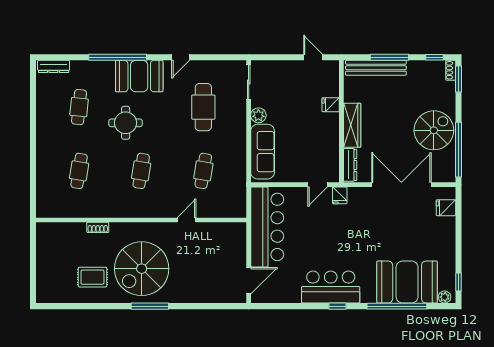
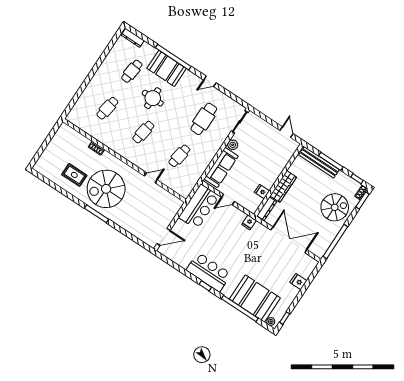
booth: (139, 76) -> (167, 68), moved
fridge: (331, 105) -> (262, 192), moved
spiral stairs: (434, 130) -> (335, 207), moved
door: (318, 185) -> (228, 199), moved
fridge: (446, 208) -> (298, 282), moved
bar counter: (267, 227) -> (199, 207), width x0.73

